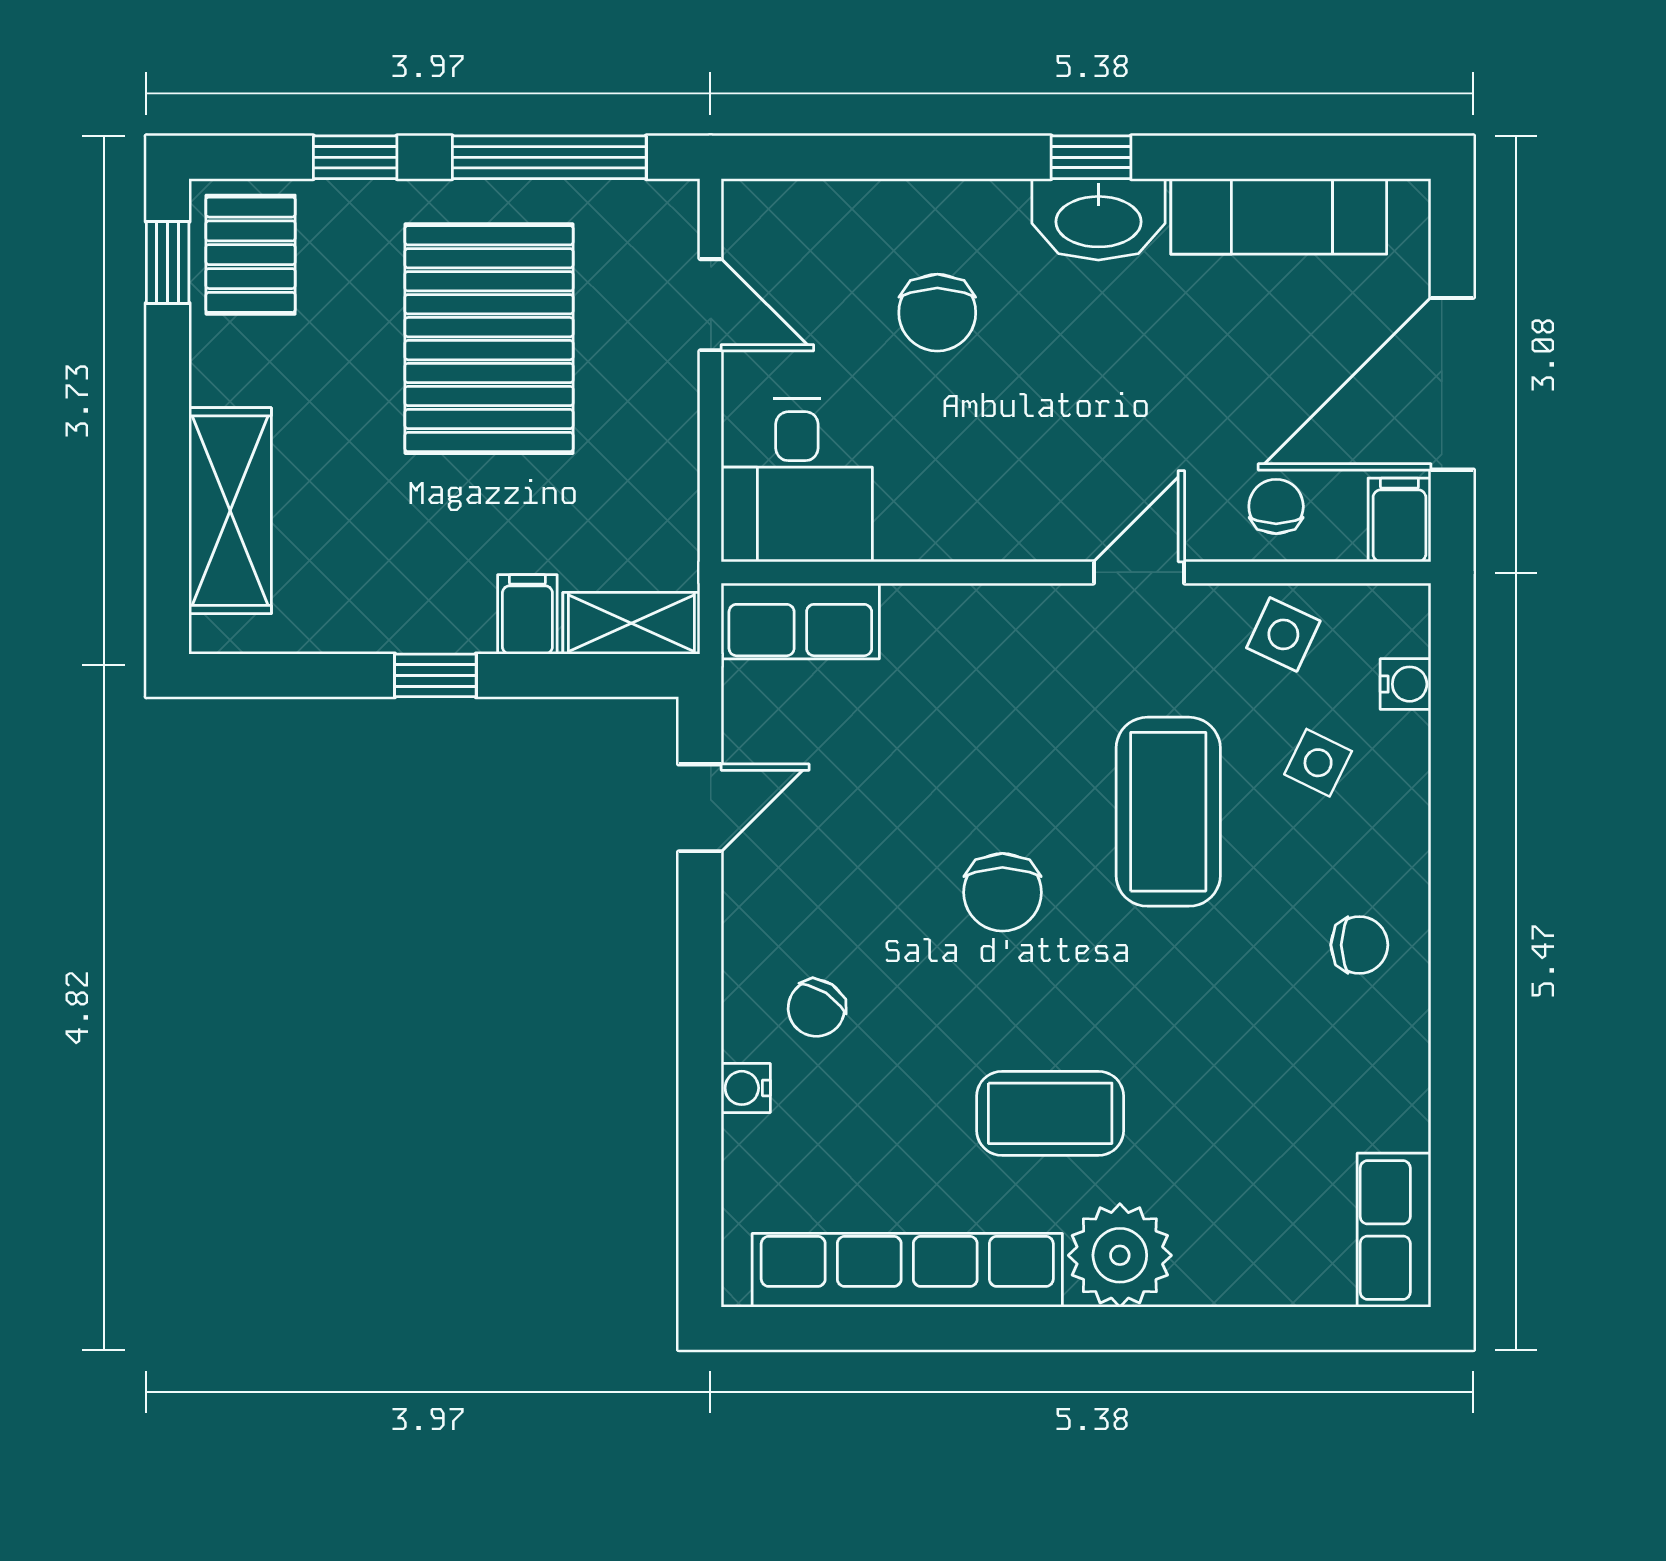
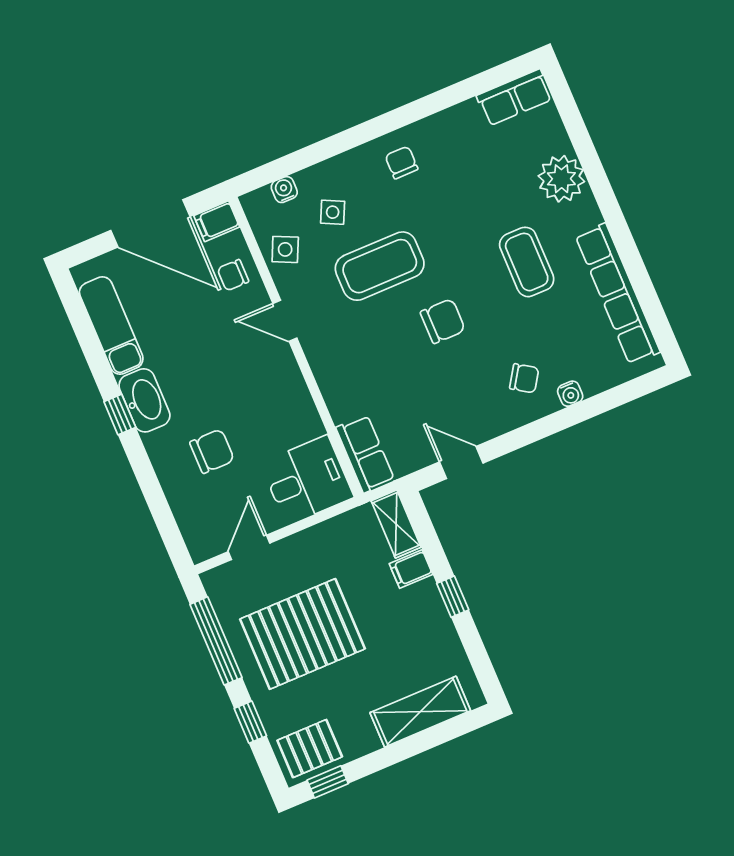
plant: (1120, 1255) -> (561, 179), moved

